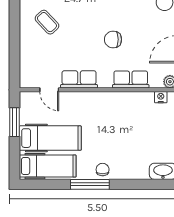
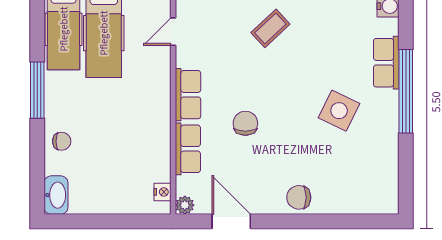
row of seats: (79, 79) -> (188, 95), moved
chair: (103, 170) -> (62, 141), moved

